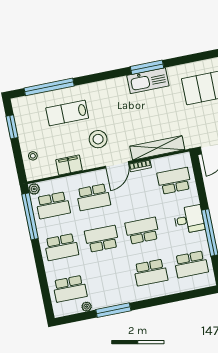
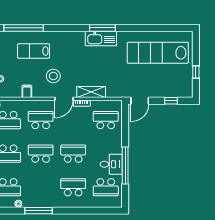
shelving: (157, 148) -> (91, 92), width x0.68
filing cabinet: (69, 165) -> (27, 91), width x0.50
school desk: (93, 197) -> (41, 120), turned 180
desk: (189, 220) -> (111, 164), moved
school desk: (151, 272) -> (73, 187), turned 180

